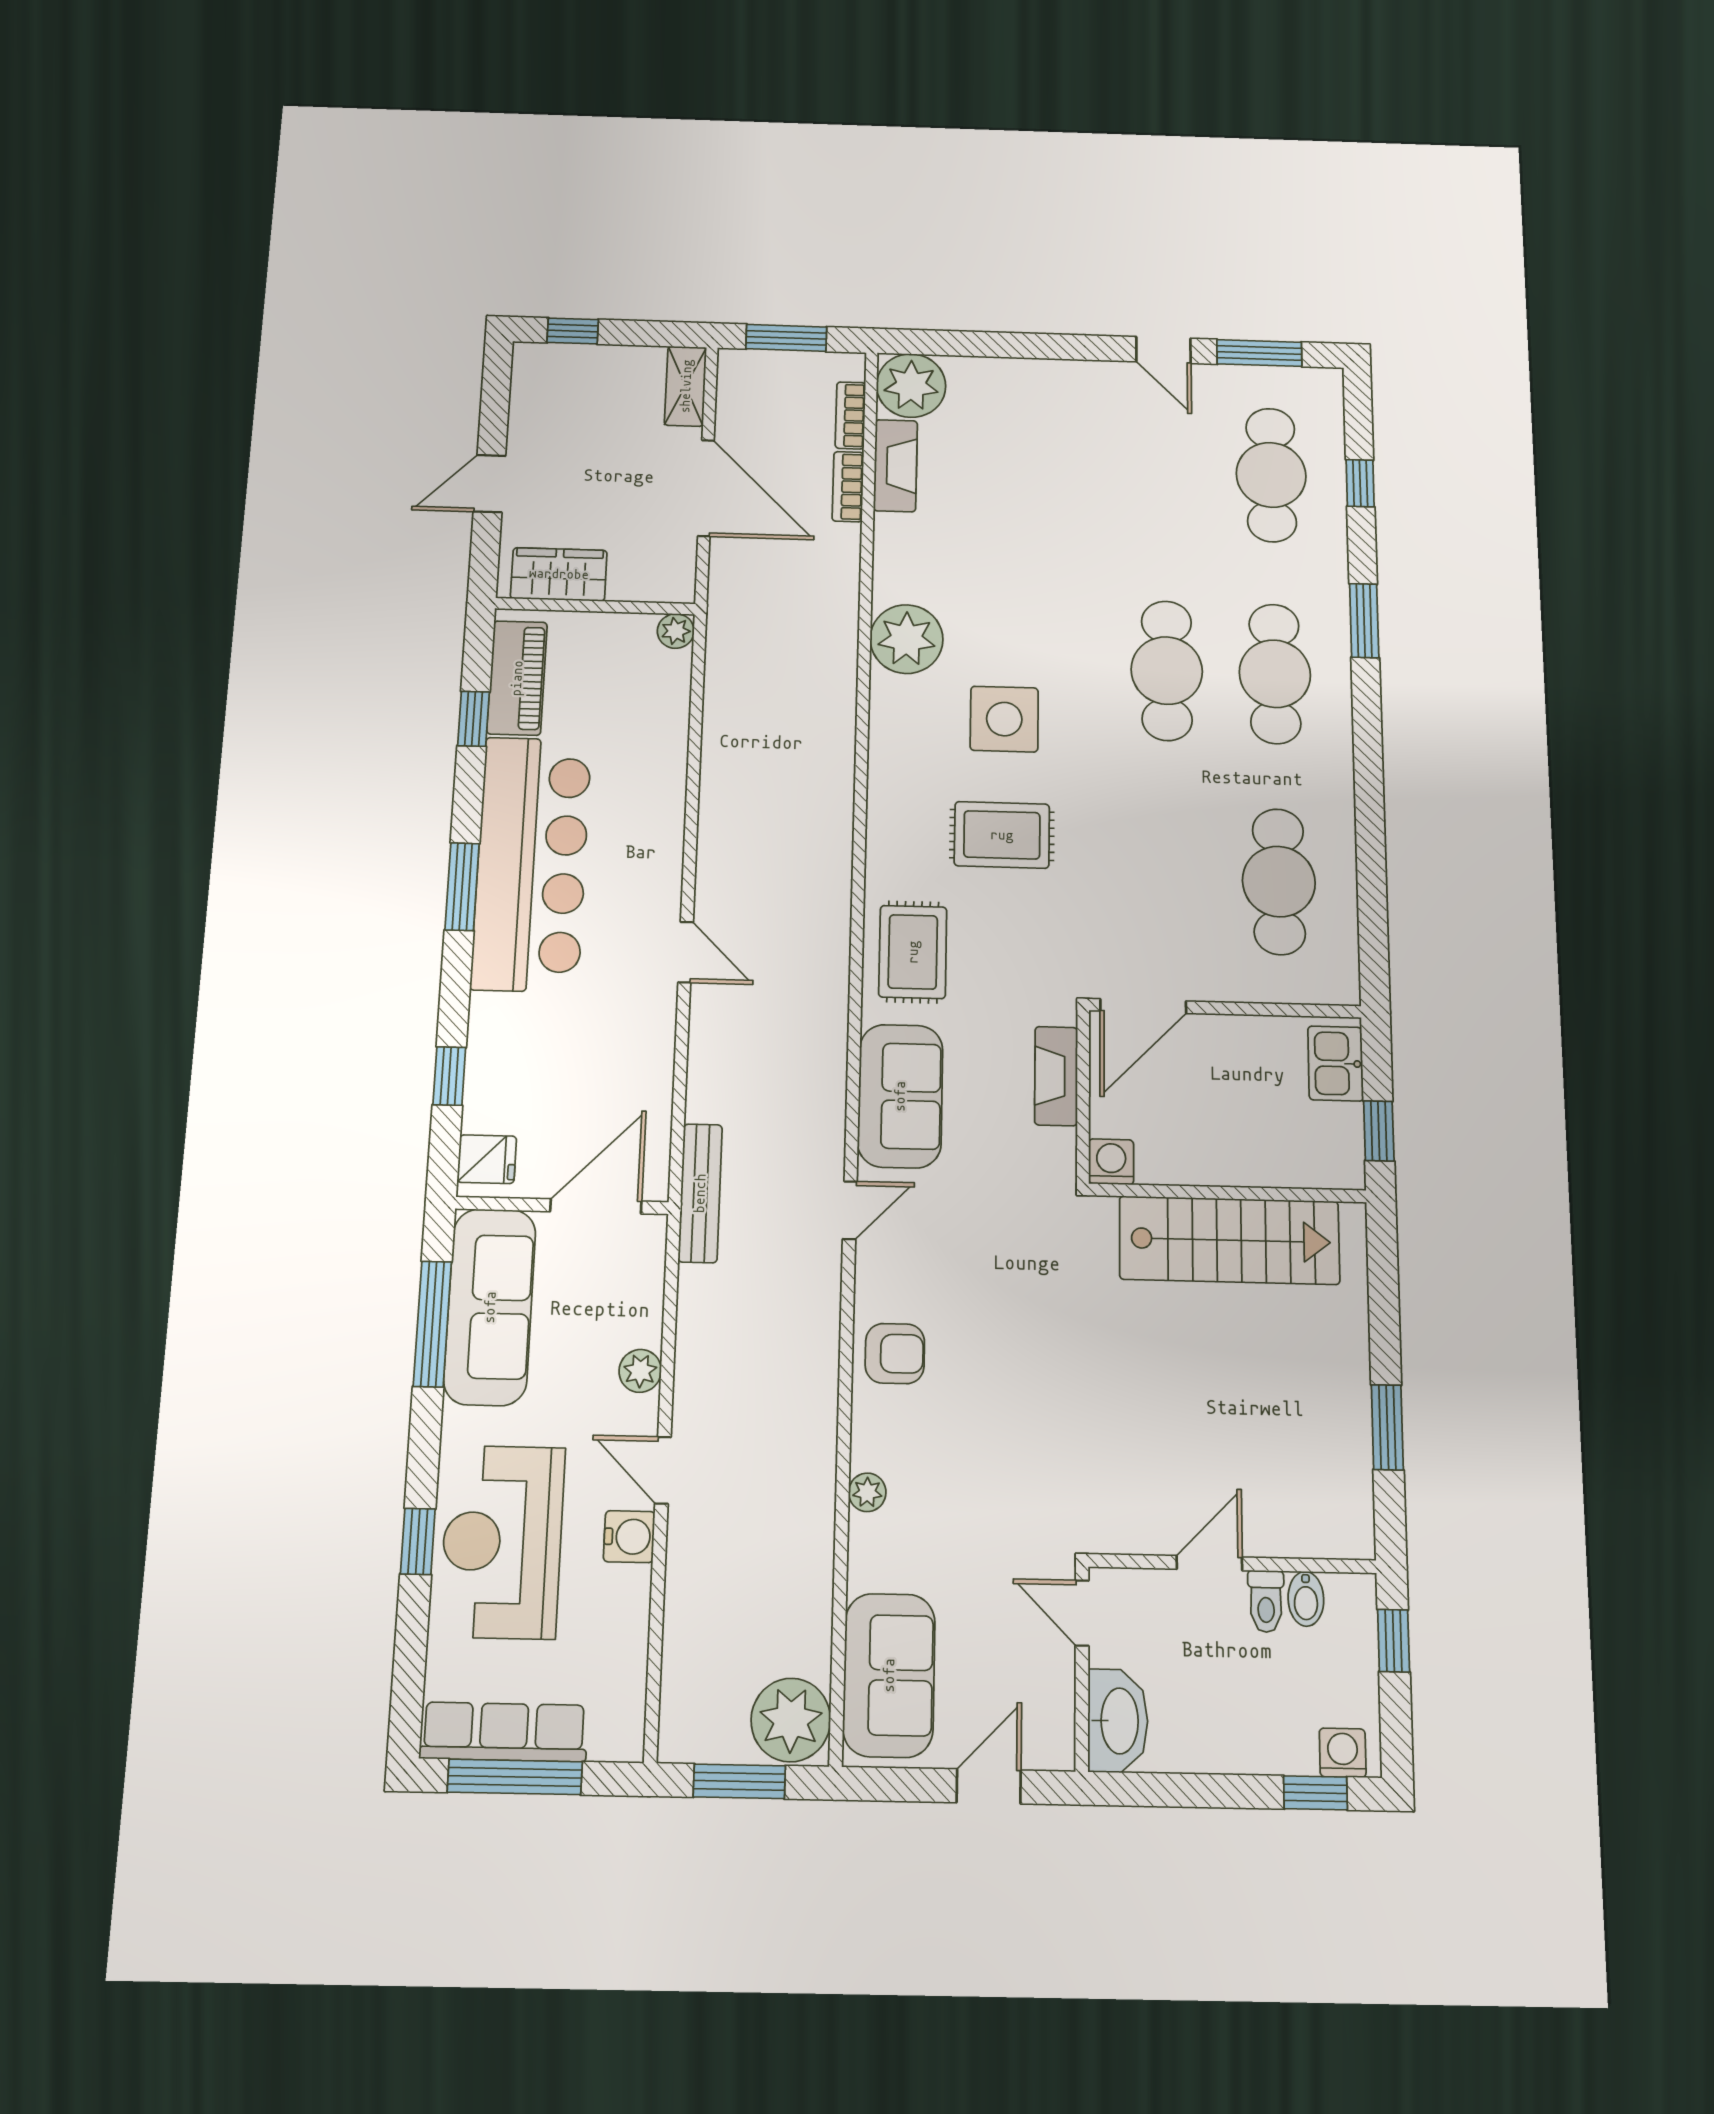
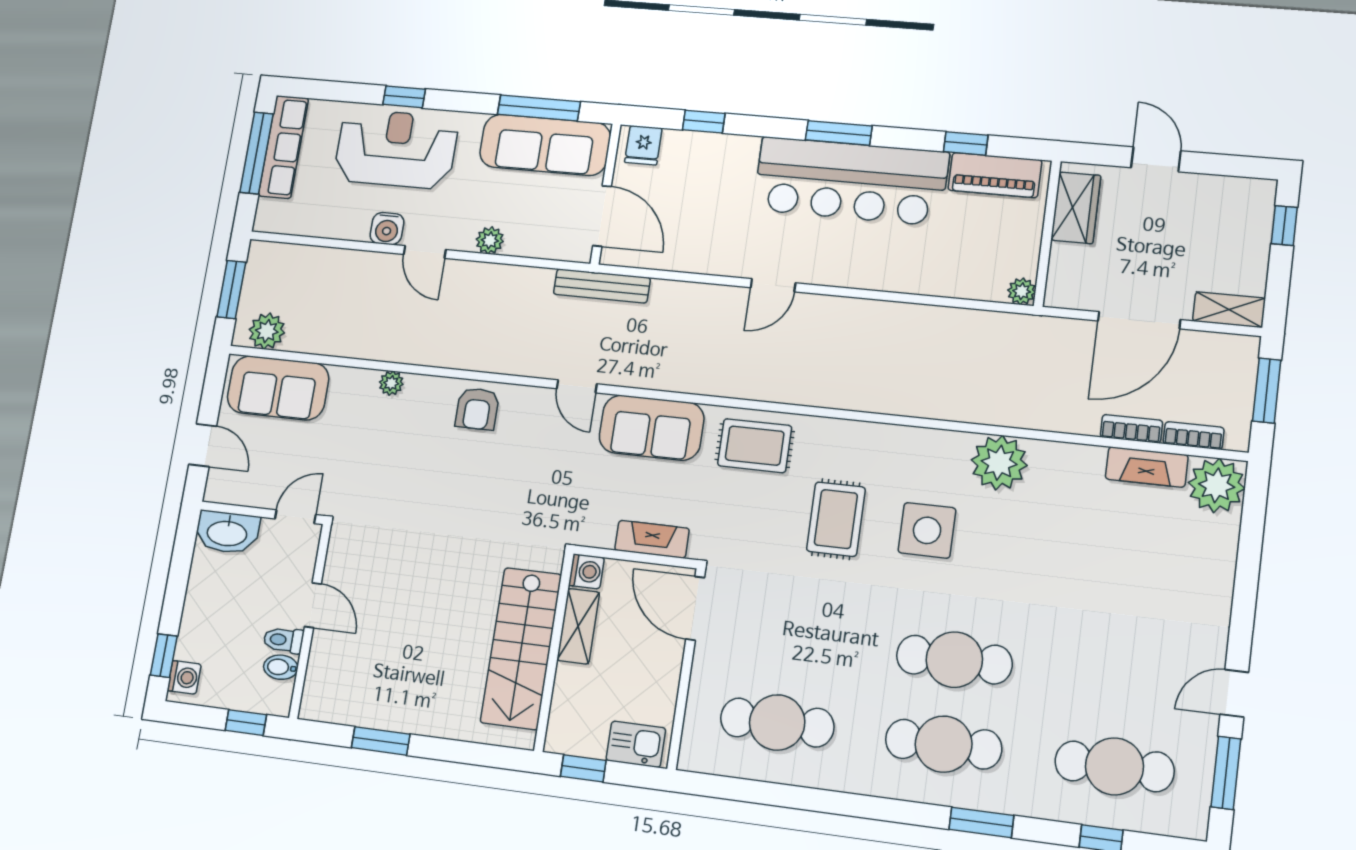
shelving: (1188, 1163) -> (578, 626), added
door: (663, 1470) -> (425, 252), swing flipped
plant: (791, 1720) -> (267, 331), width x0.73, depth x0.73

